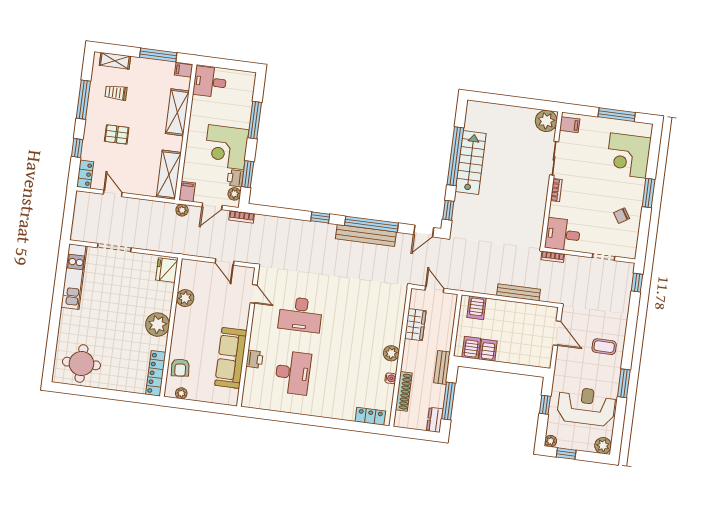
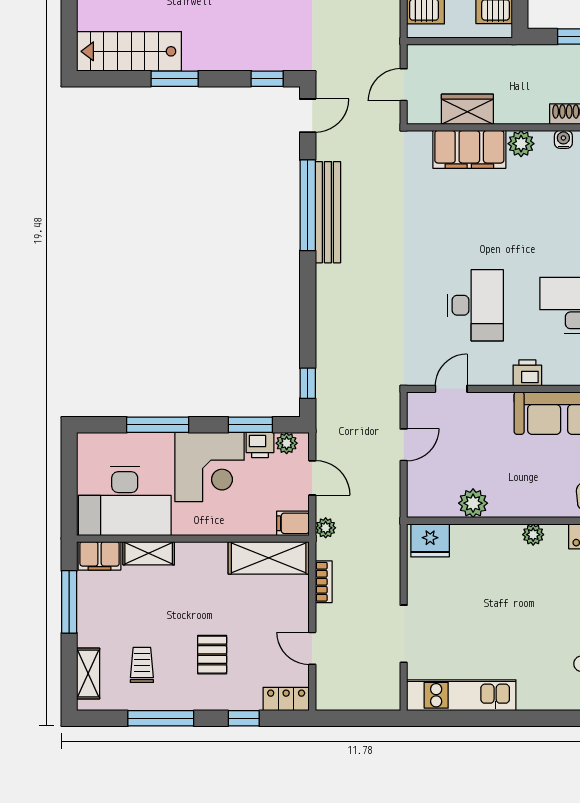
filing cabinet: (184, 70) -> (100, 556), width x2.00
desk: (210, 82) -> (125, 501), width x1.87, depth x1.30
trolley: (116, 93) -> (142, 665), turned 180
shelving: (177, 112) -> (149, 553), width x0.67, depth x0.75
window: (455, 156) -> (175, 79), width x0.47
stairs: (471, 162) -> (129, 51), moved
door: (113, 193) -> (312, 648), hinge flipped
bookcase: (242, 217) -> (324, 582), moved
window: (320, 218) -> (308, 383), moved
door: (424, 231) -> (308, 116), hinge flipped
filing cabinet: (392, 323) -> (469, 149), added
plant: (158, 325) -> (533, 535), width x0.53, depth x0.53
printer: (255, 359) -> (527, 373), moved
bench: (442, 367) -> (534, 55), removed

